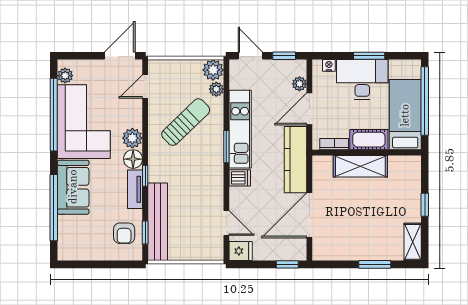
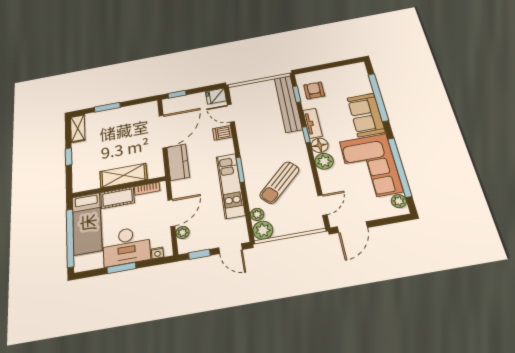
kitchen counter: (296, 160) -> (178, 162), width x0.67
dishwasher: (240, 178) -> (222, 133), moved

